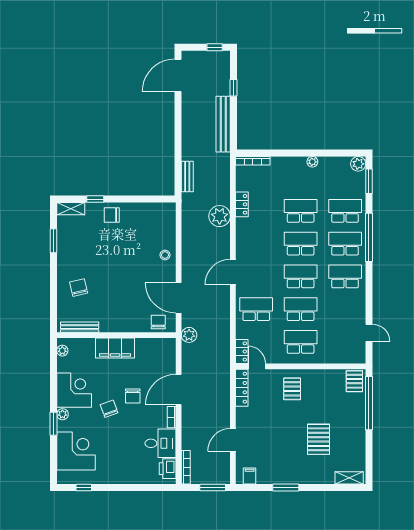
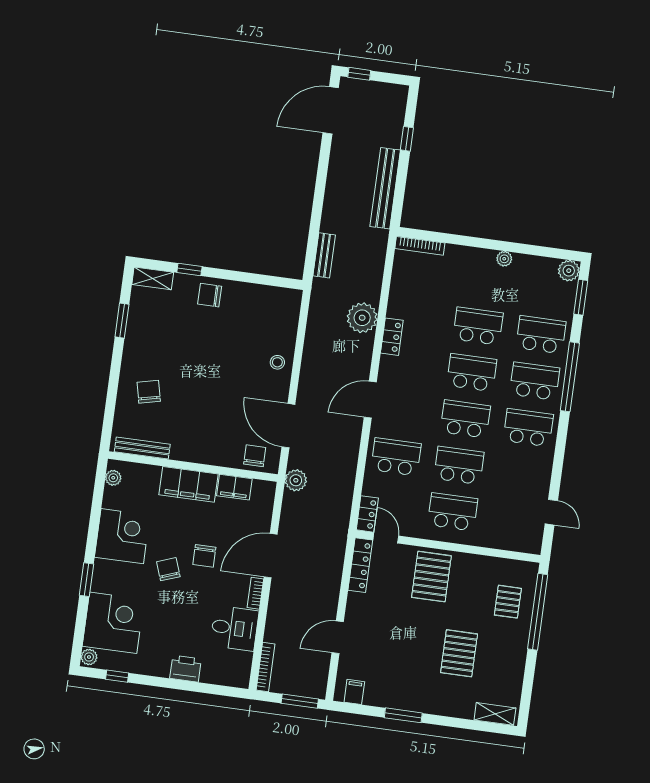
window: (215, 47) -> (359, 74), moved
locker: (242, 204) -> (392, 337), moved
filing cabinet: (147, 346) -> (234, 487), added
pallet: (354, 381) -> (508, 602), moved
pallet: (292, 389) -> (431, 577), width x1.50, depth x1.42
plant: (62, 414) -> (89, 657), moved
printer: (168, 469) -> (185, 669), moved, turned 90

